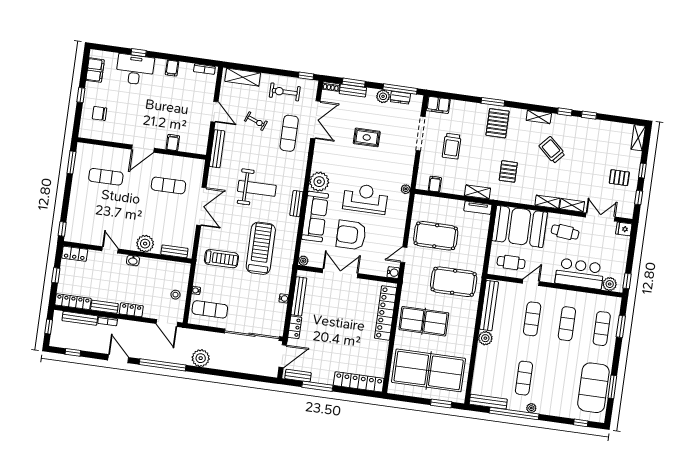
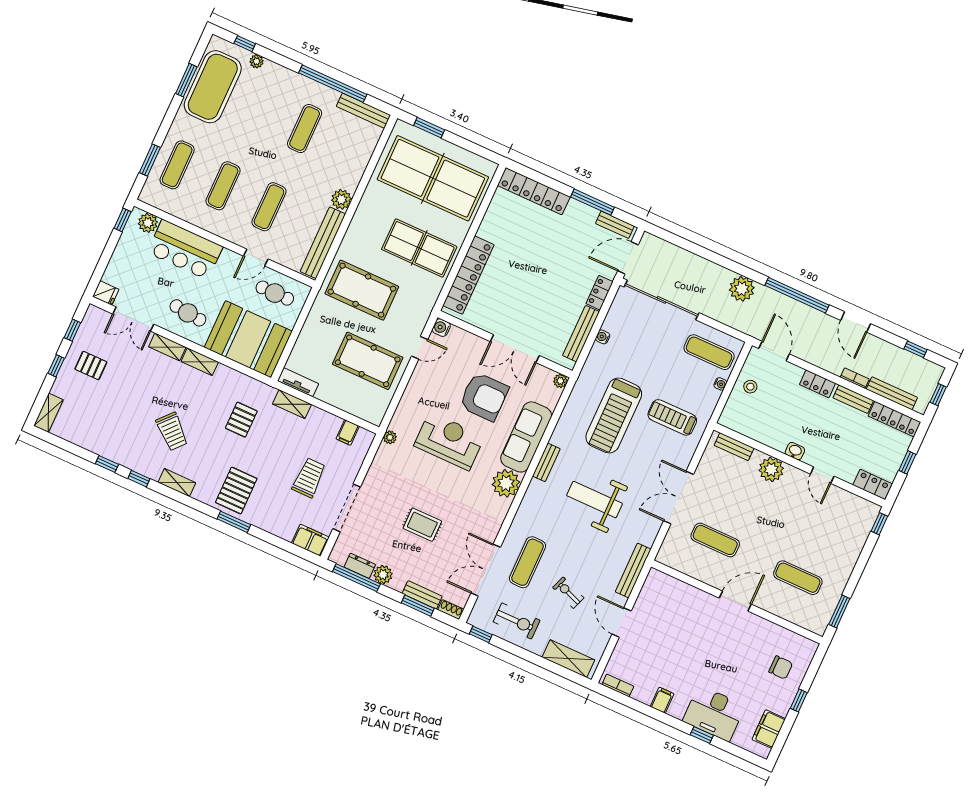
filing cabinet: (173, 143) -> (692, 597), removed
reception desk: (365, 199) -> (449, 441), turned 180
plant: (531, 408) -> (257, 61), moved

